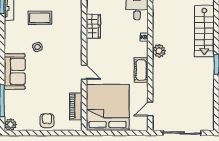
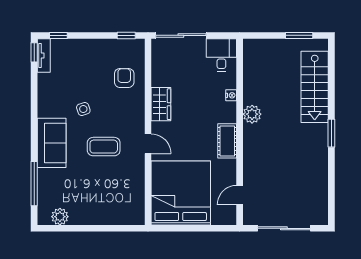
coffee table: (40, 18) -> (104, 147), moved
wardrobe: (93, 26) -> (161, 104), moved
piano: (76, 106) -> (136, 191), removed
armchair: (47, 121) -> (124, 78), moved
plant: (10, 125) -> (60, 217), moved

